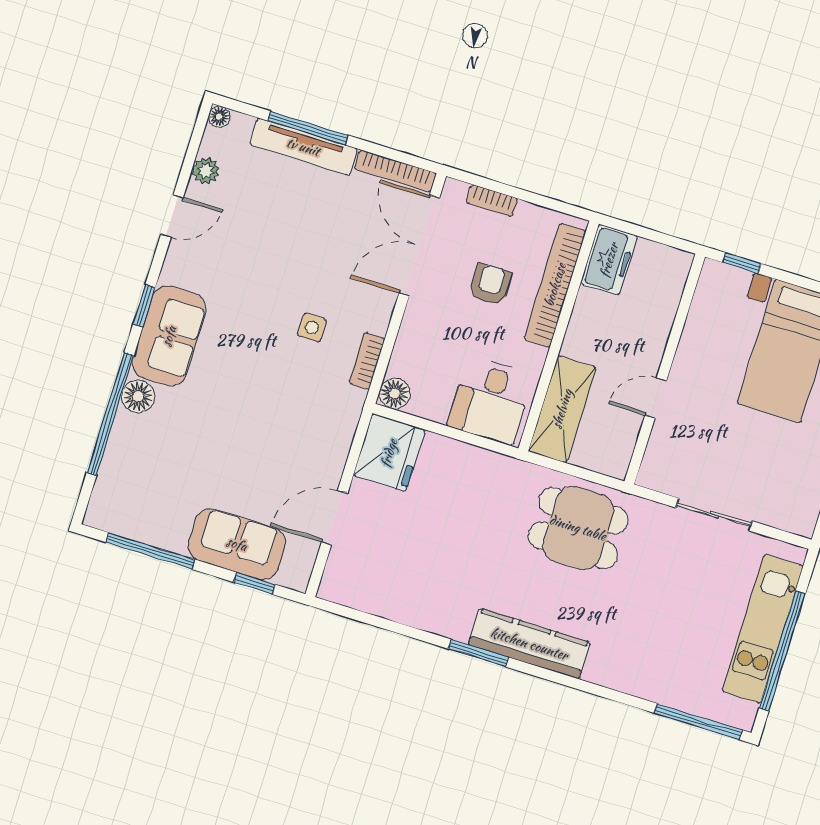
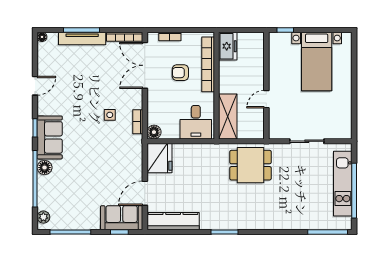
plant: (206, 171) -> (43, 217), moved
armchair: (490, 284) -> (180, 73), turned -90
sofa: (237, 544) -> (122, 218), moved
kitchen counter: (529, 644) -> (173, 221), moved

